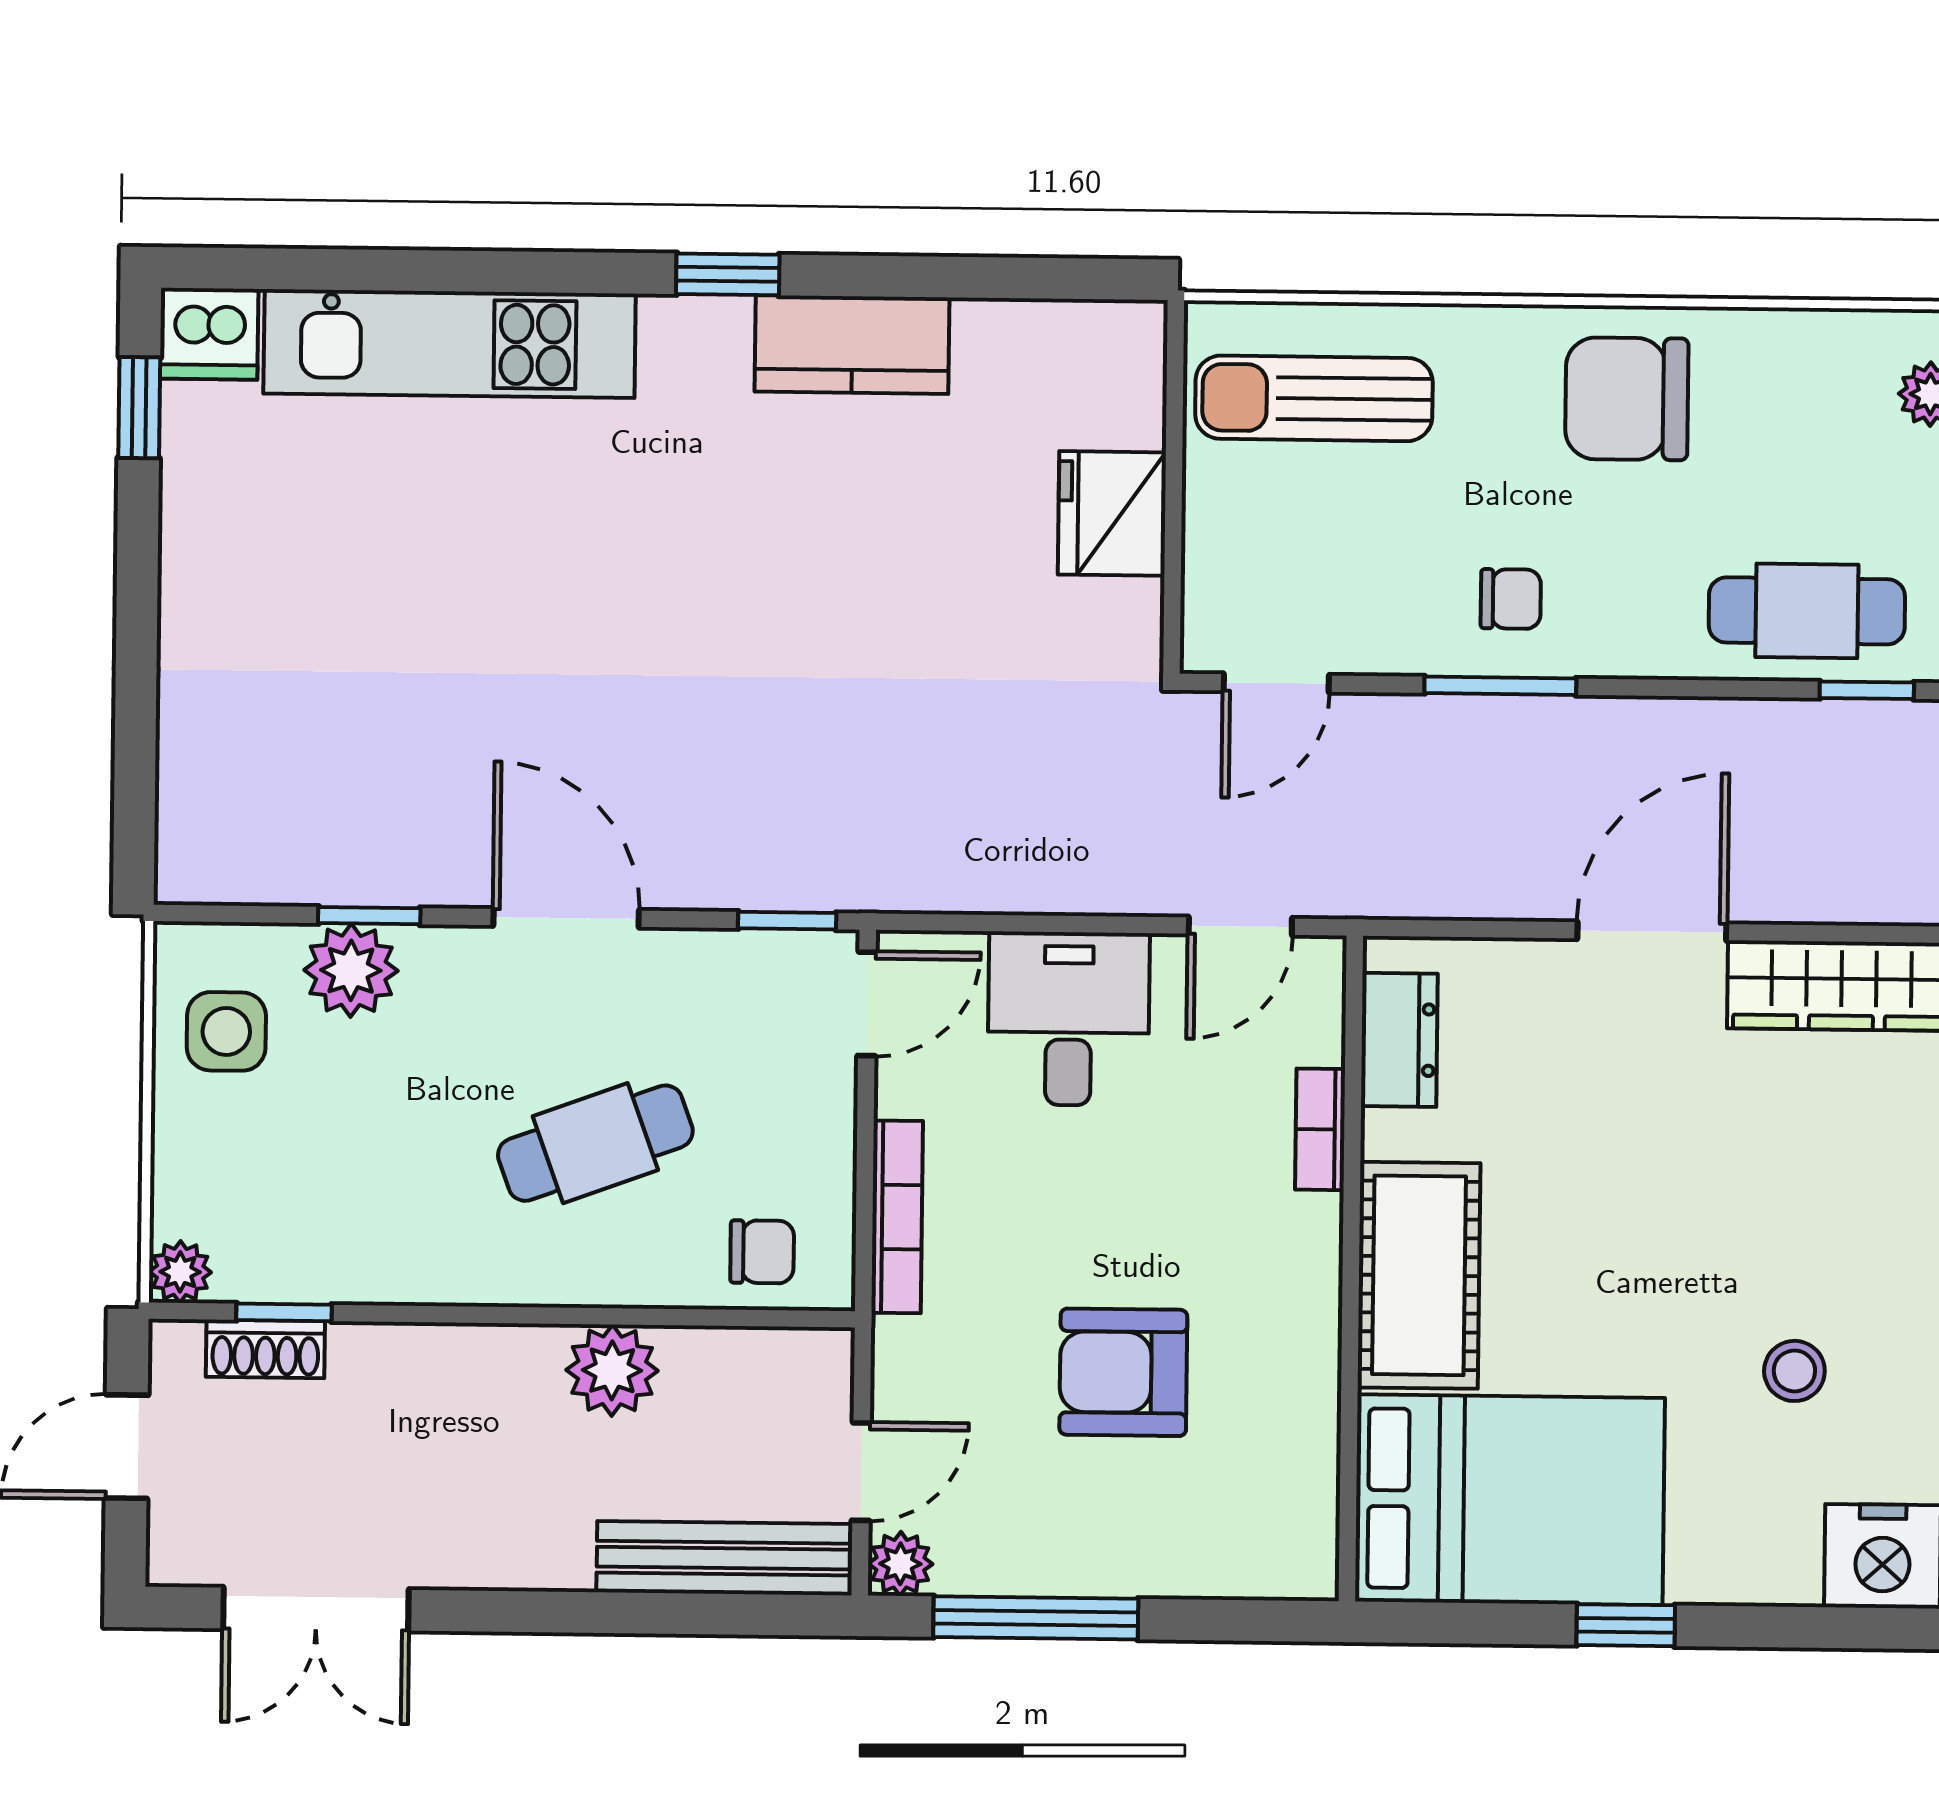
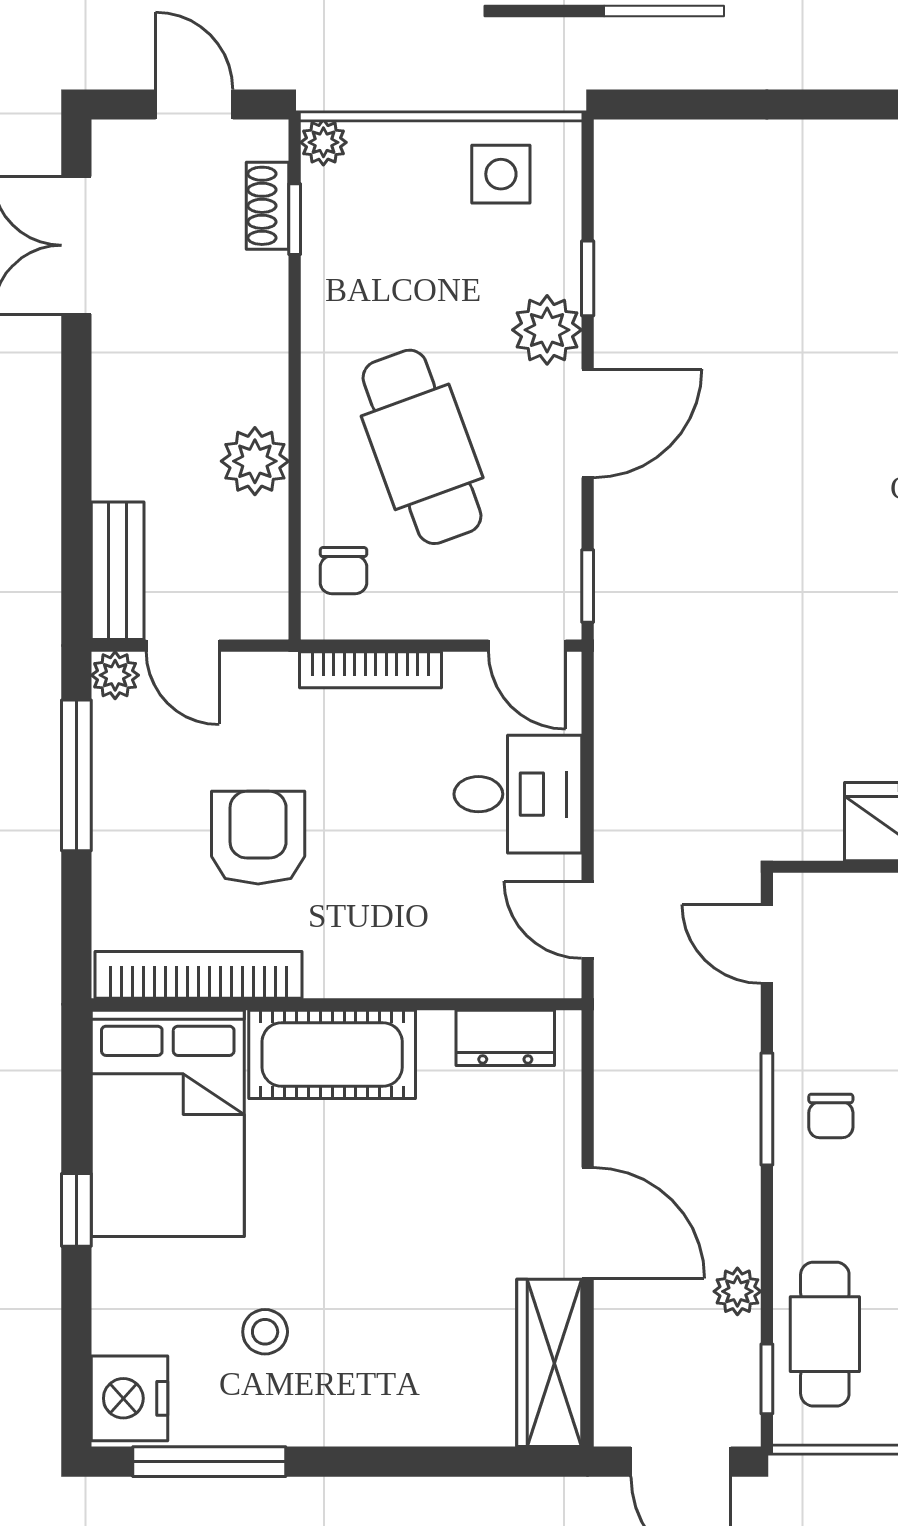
plant: (1747, 729) -> (737, 1291), added
plant: (351, 970) -> (547, 330), moved
bookcase: (1320, 1129) -> (198, 975), moved, width x2.31, depth x1.31
cafe table: (595, 1143) -> (422, 447), width x1.37, depth x1.35
bench: (724, 1558) -> (118, 571), width x0.73

